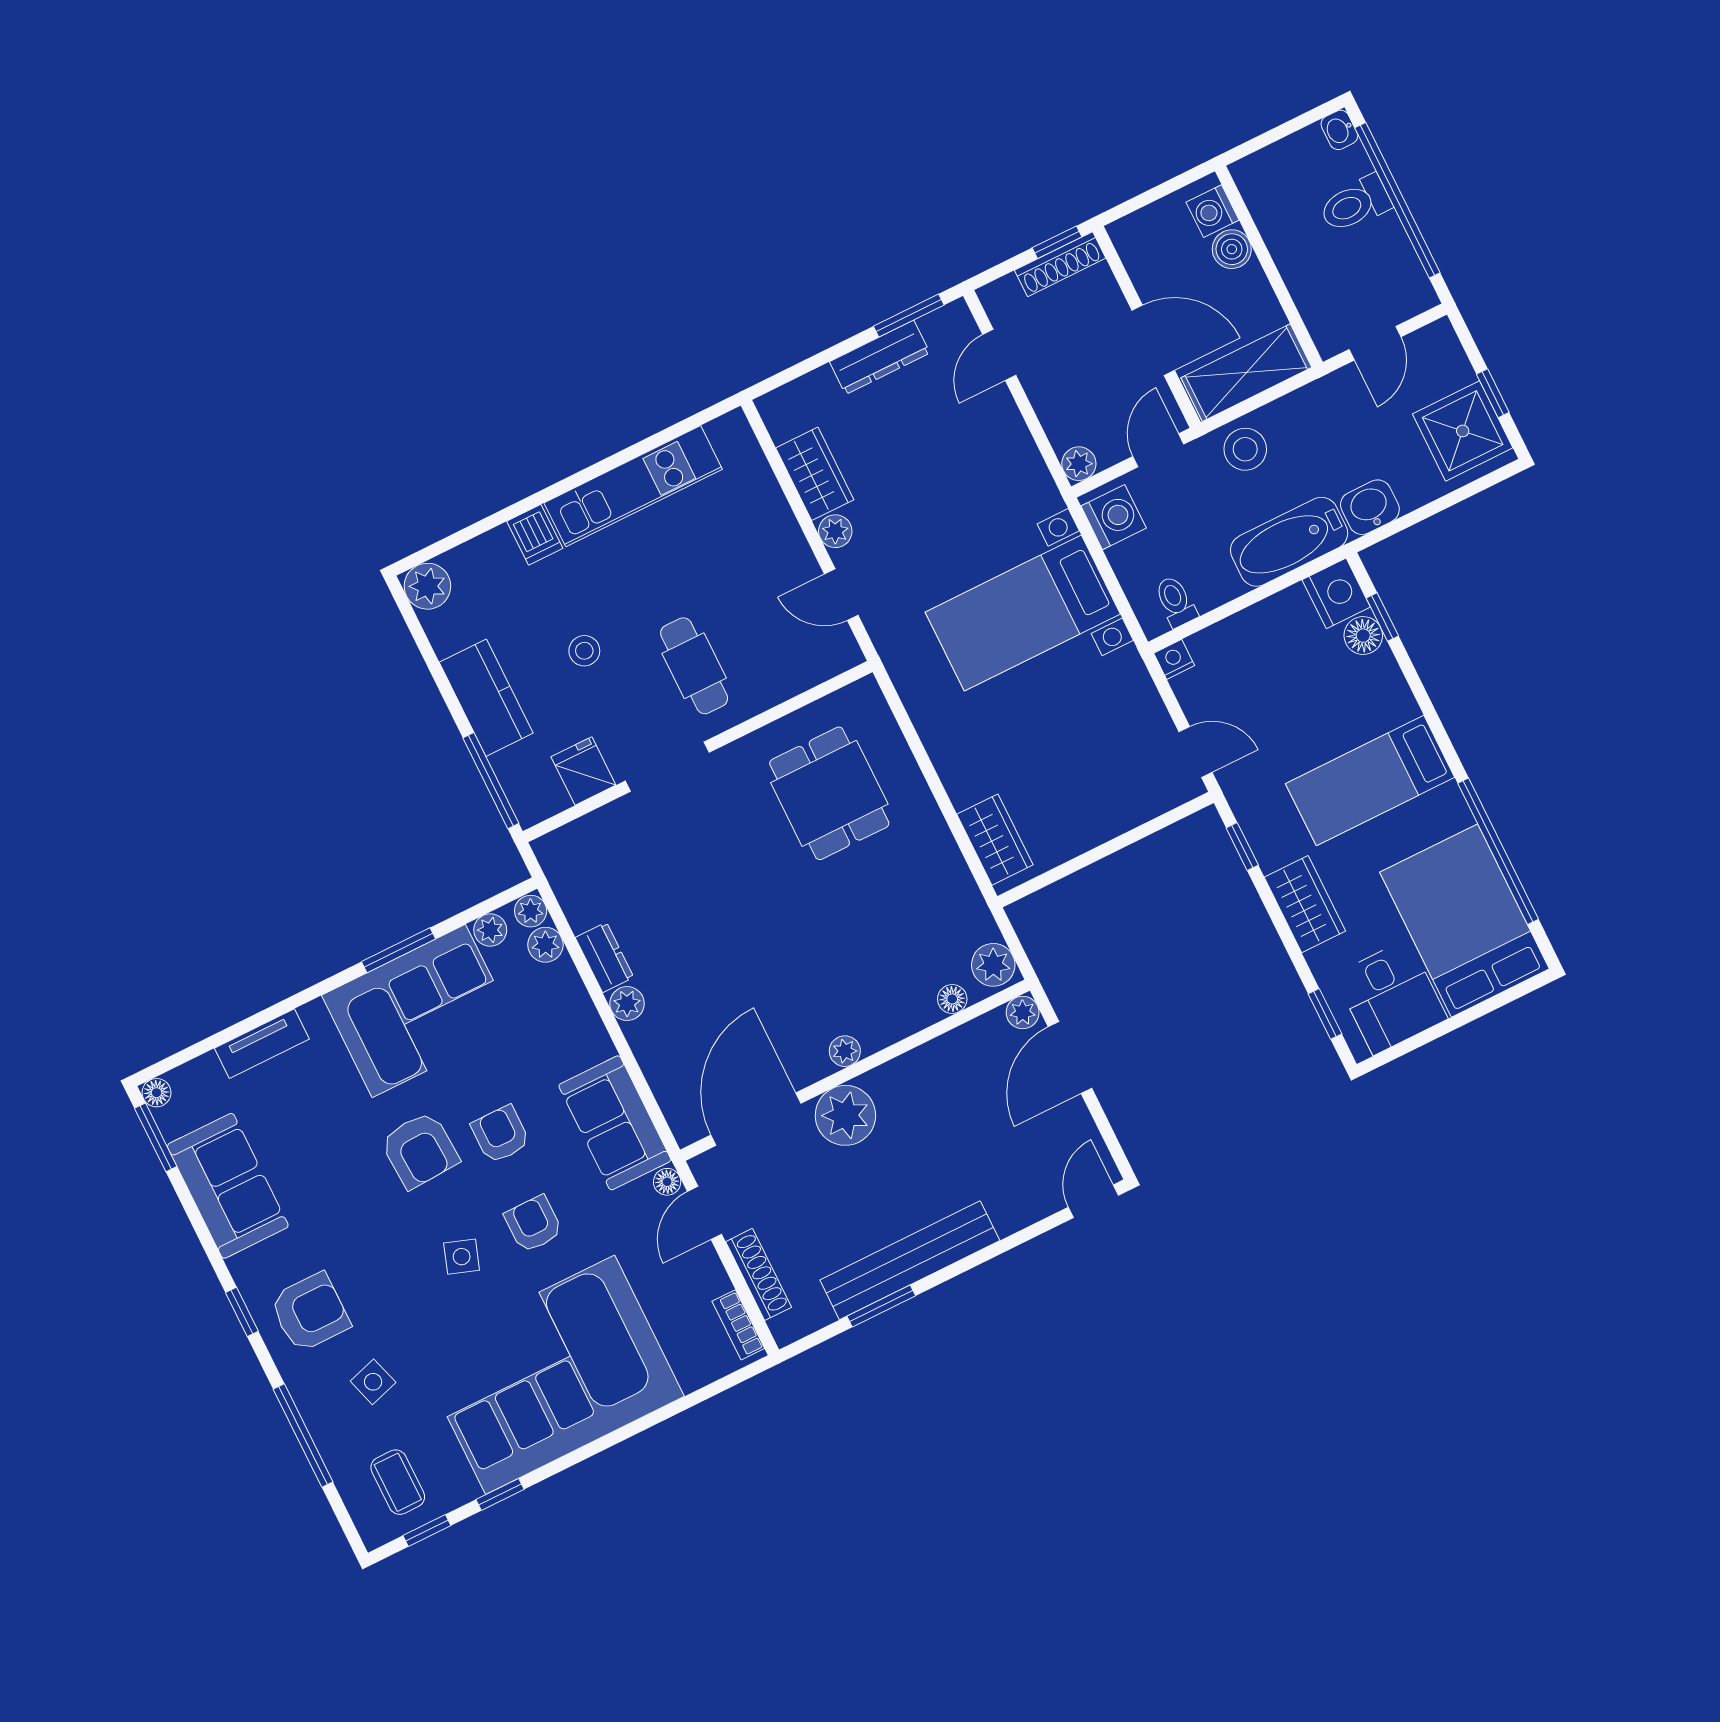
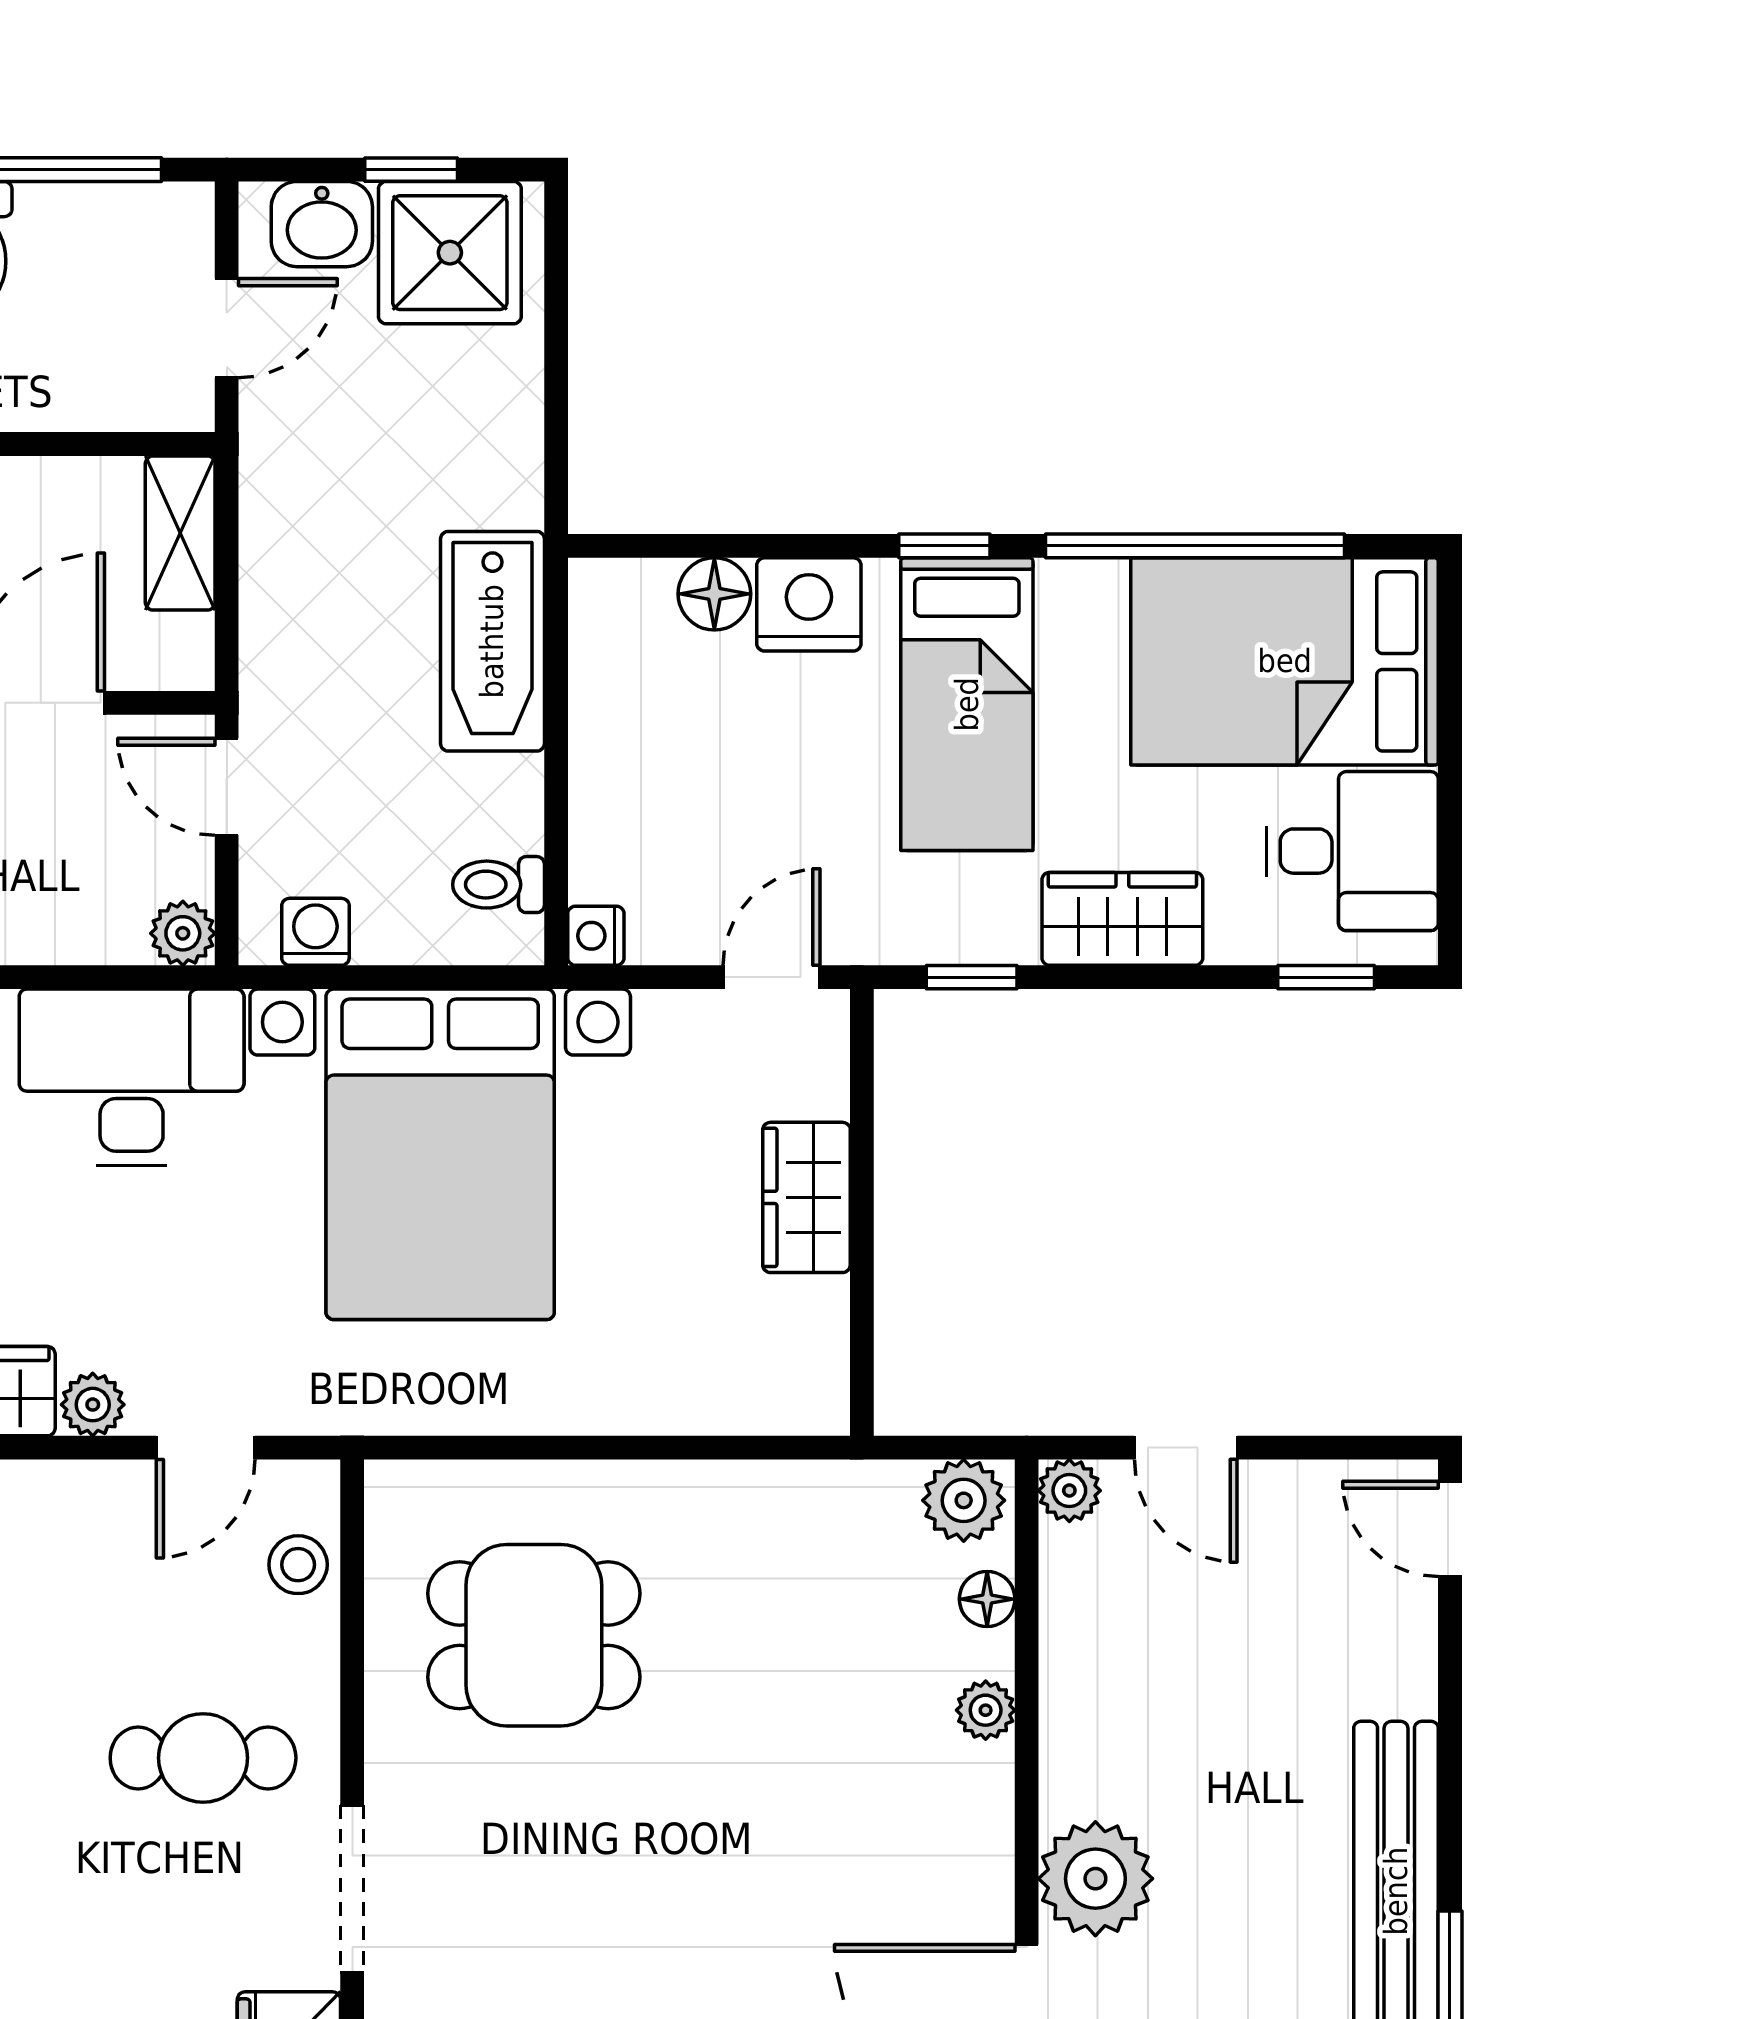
door: (1375, 343) -> (227, 328), hinge flipped
shelving: (1246, 373) -> (180, 533), width x0.67, depth x0.75
stool: (1245, 449) -> (298, 638), removed
desk: (999, 473) -> (132, 1077), added
washbasin: (1370, 507) -> (322, 224), moved, turned -90
washing machine: (1114, 517) -> (315, 932), width x0.73, depth x0.73
nightstand: (1336, 593) -> (809, 604), moved
bed with nightstands: (1023, 613) -> (440, 1154), width x1.36
window: (1382, 617) -> (944, 546), moved
stool: (584, 651) -> (298, 1565), moved
wardrobe: (995, 840) -> (806, 1197), moved, turned -90
plant: (845, 1051) -> (986, 1710), moved
door: (1070, 1057) -> (1186, 1448), width x0.73

